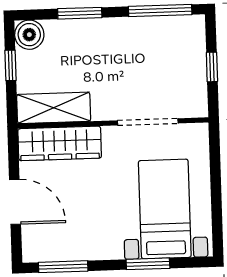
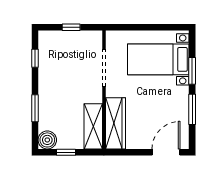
window: (160, 10) -> (35, 58), width x0.46
door: (15, 202) -> (166, 152), moved
window: (63, 267) -> (192, 109), moved

